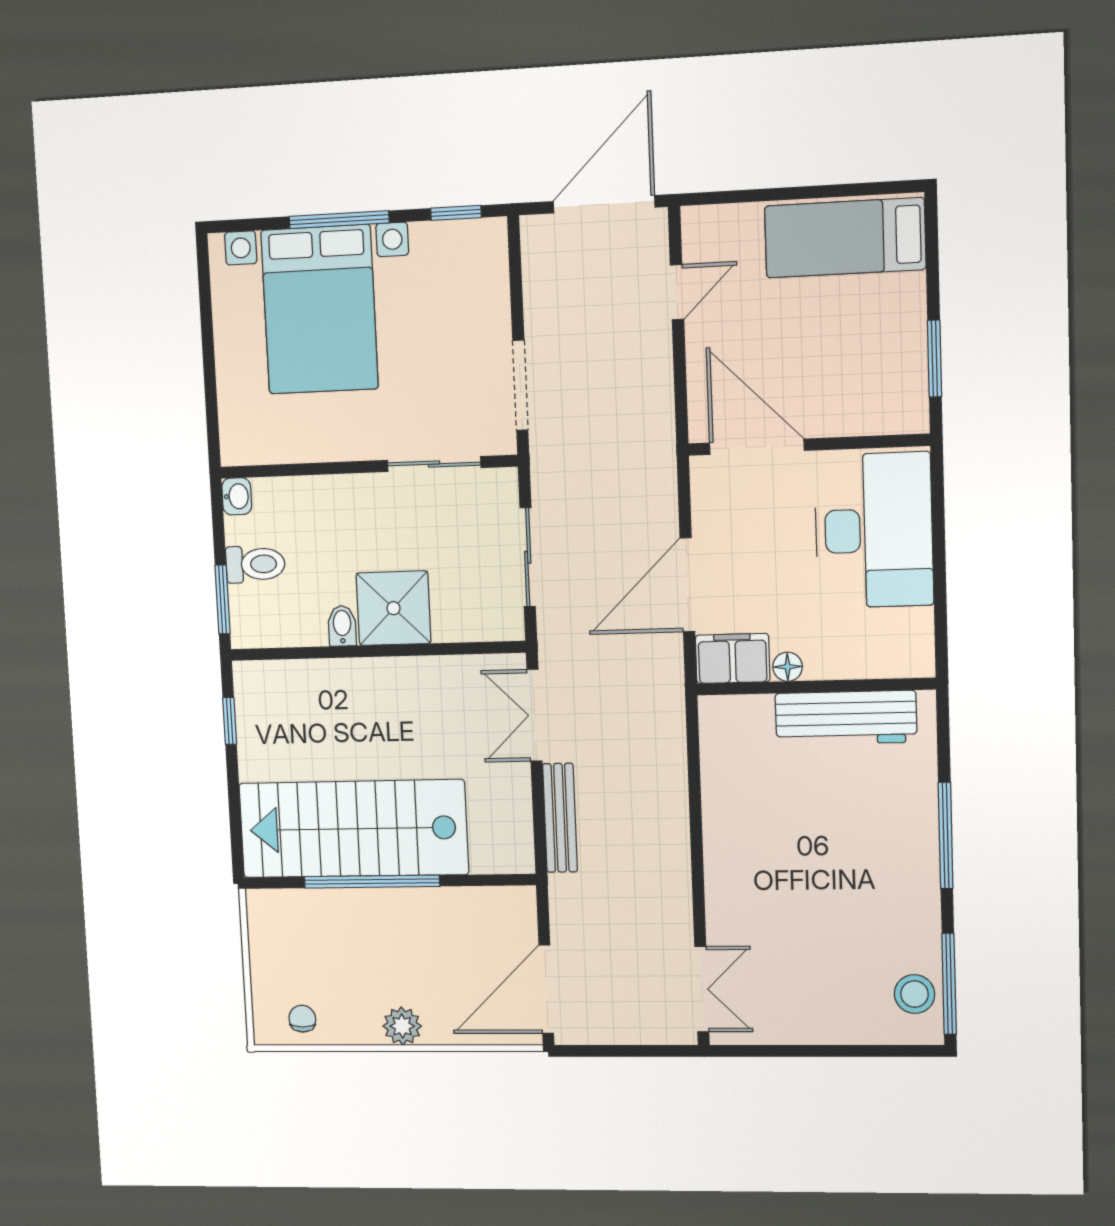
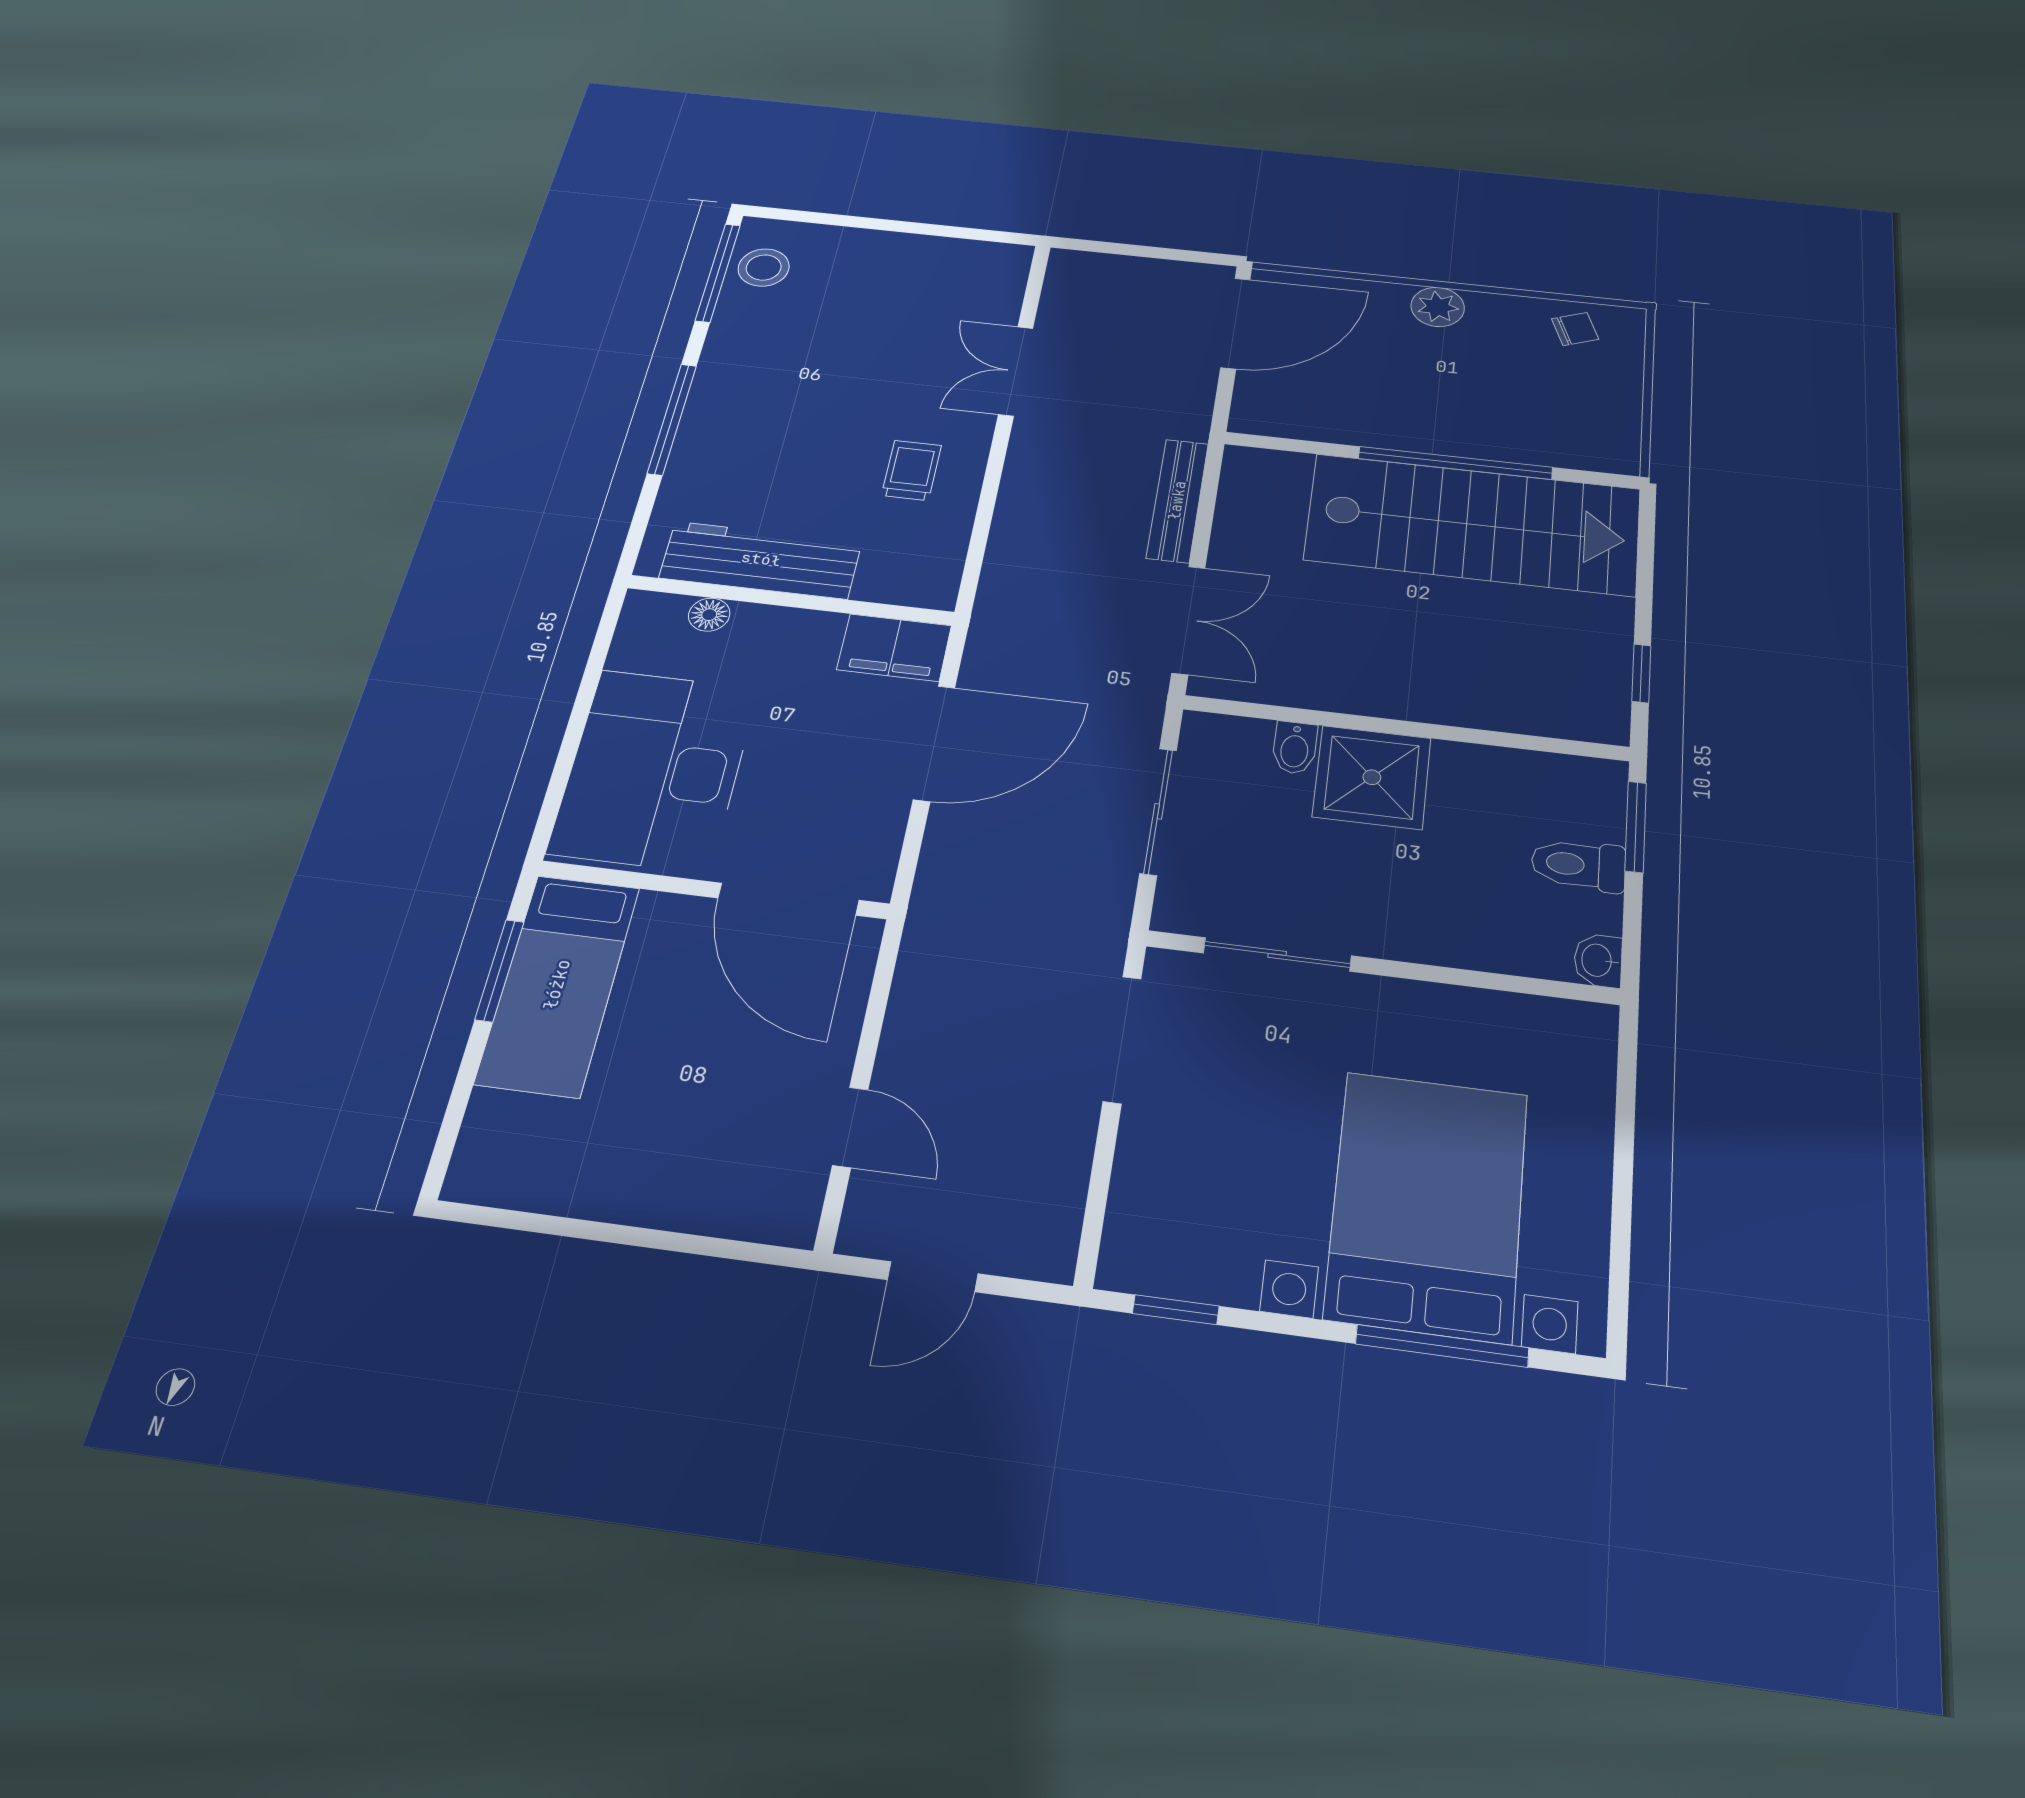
door: (604, 204) -> (933, 1277), width x0.53
window: (339, 220) -> (1442, 1346), moved
bed: (845, 238) -> (558, 984), moved, turned 90
door: (677, 292) -> (850, 1127), swing flipped
bidet: (342, 626) -> (1295, 748), moved
floor lamp: (788, 667) -> (709, 615), moved
trolley: (756, 815) -> (912, 470), added
double door: (702, 989) -> (1016, 371), moved
chair: (302, 1019) -> (1575, 329), turned -111

